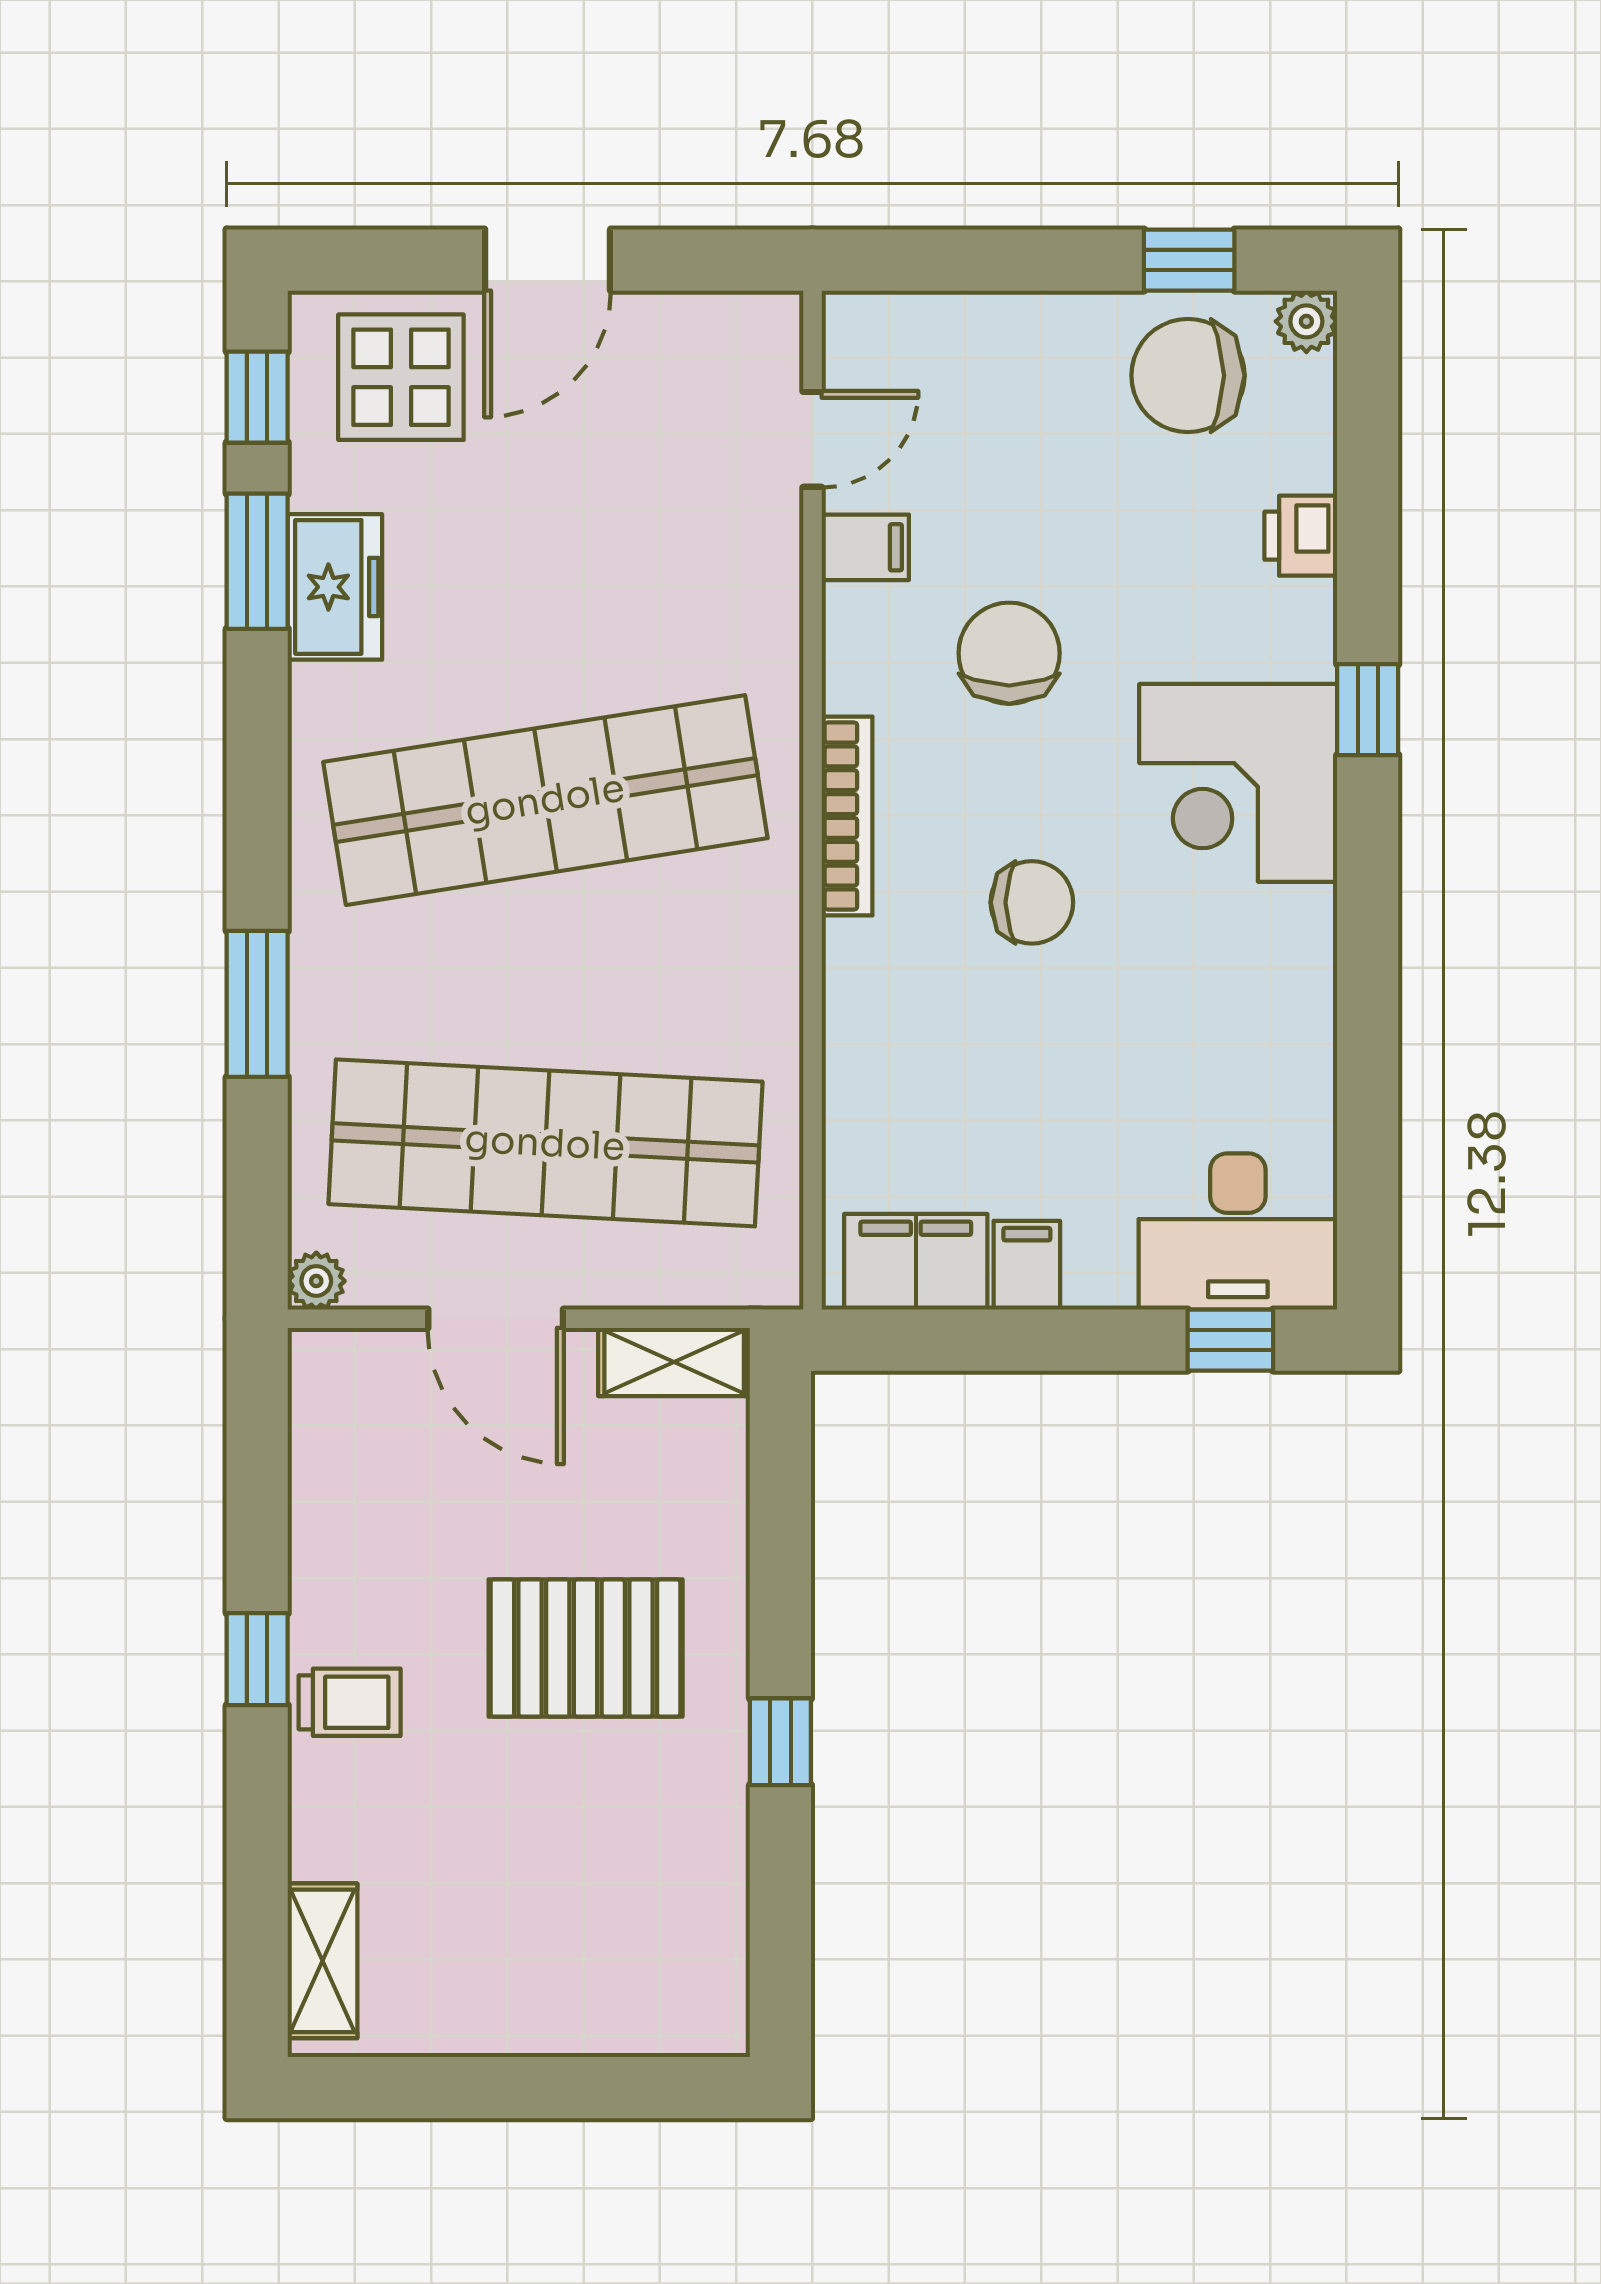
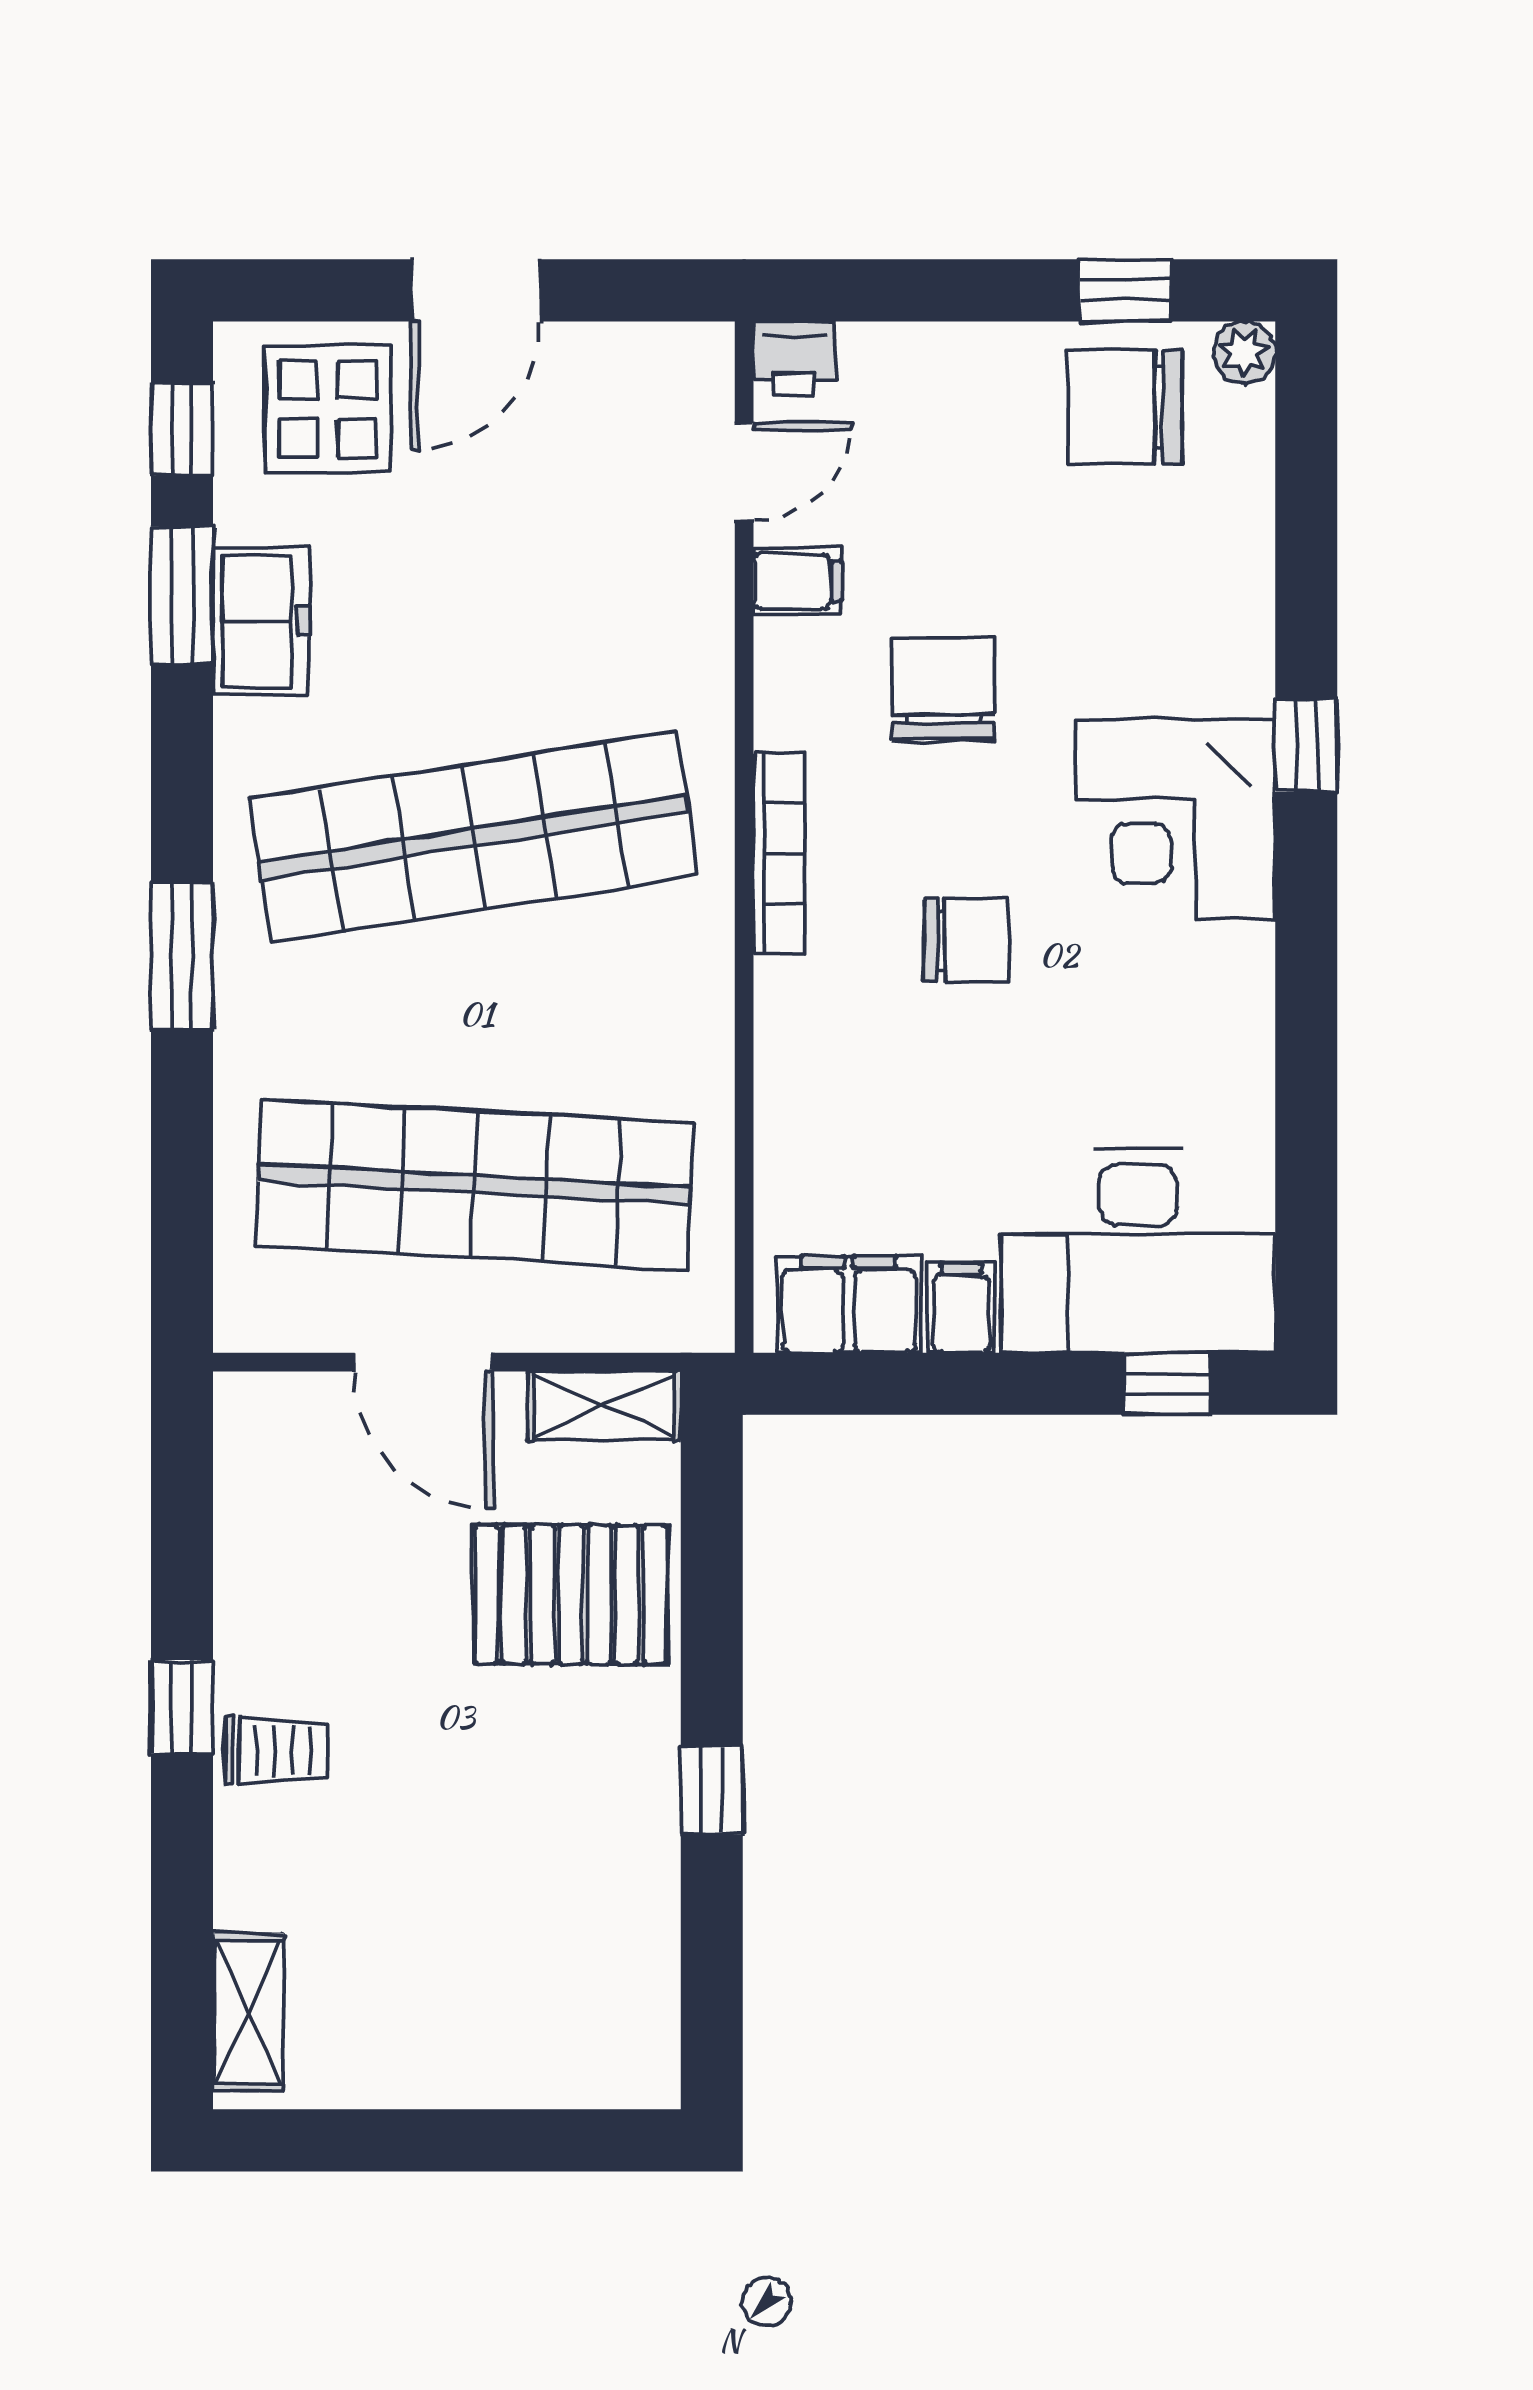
printer: (1301, 536) -> (794, 358), moved, turned -90
window: (257, 1004) -> (182, 956), moved
desk: (1238, 1232) -> (1138, 1250), width x1.36, depth x1.30
plant: (316, 1281) -> (242, 1324), removed
pallet: (586, 1648) -> (571, 1594), moved

